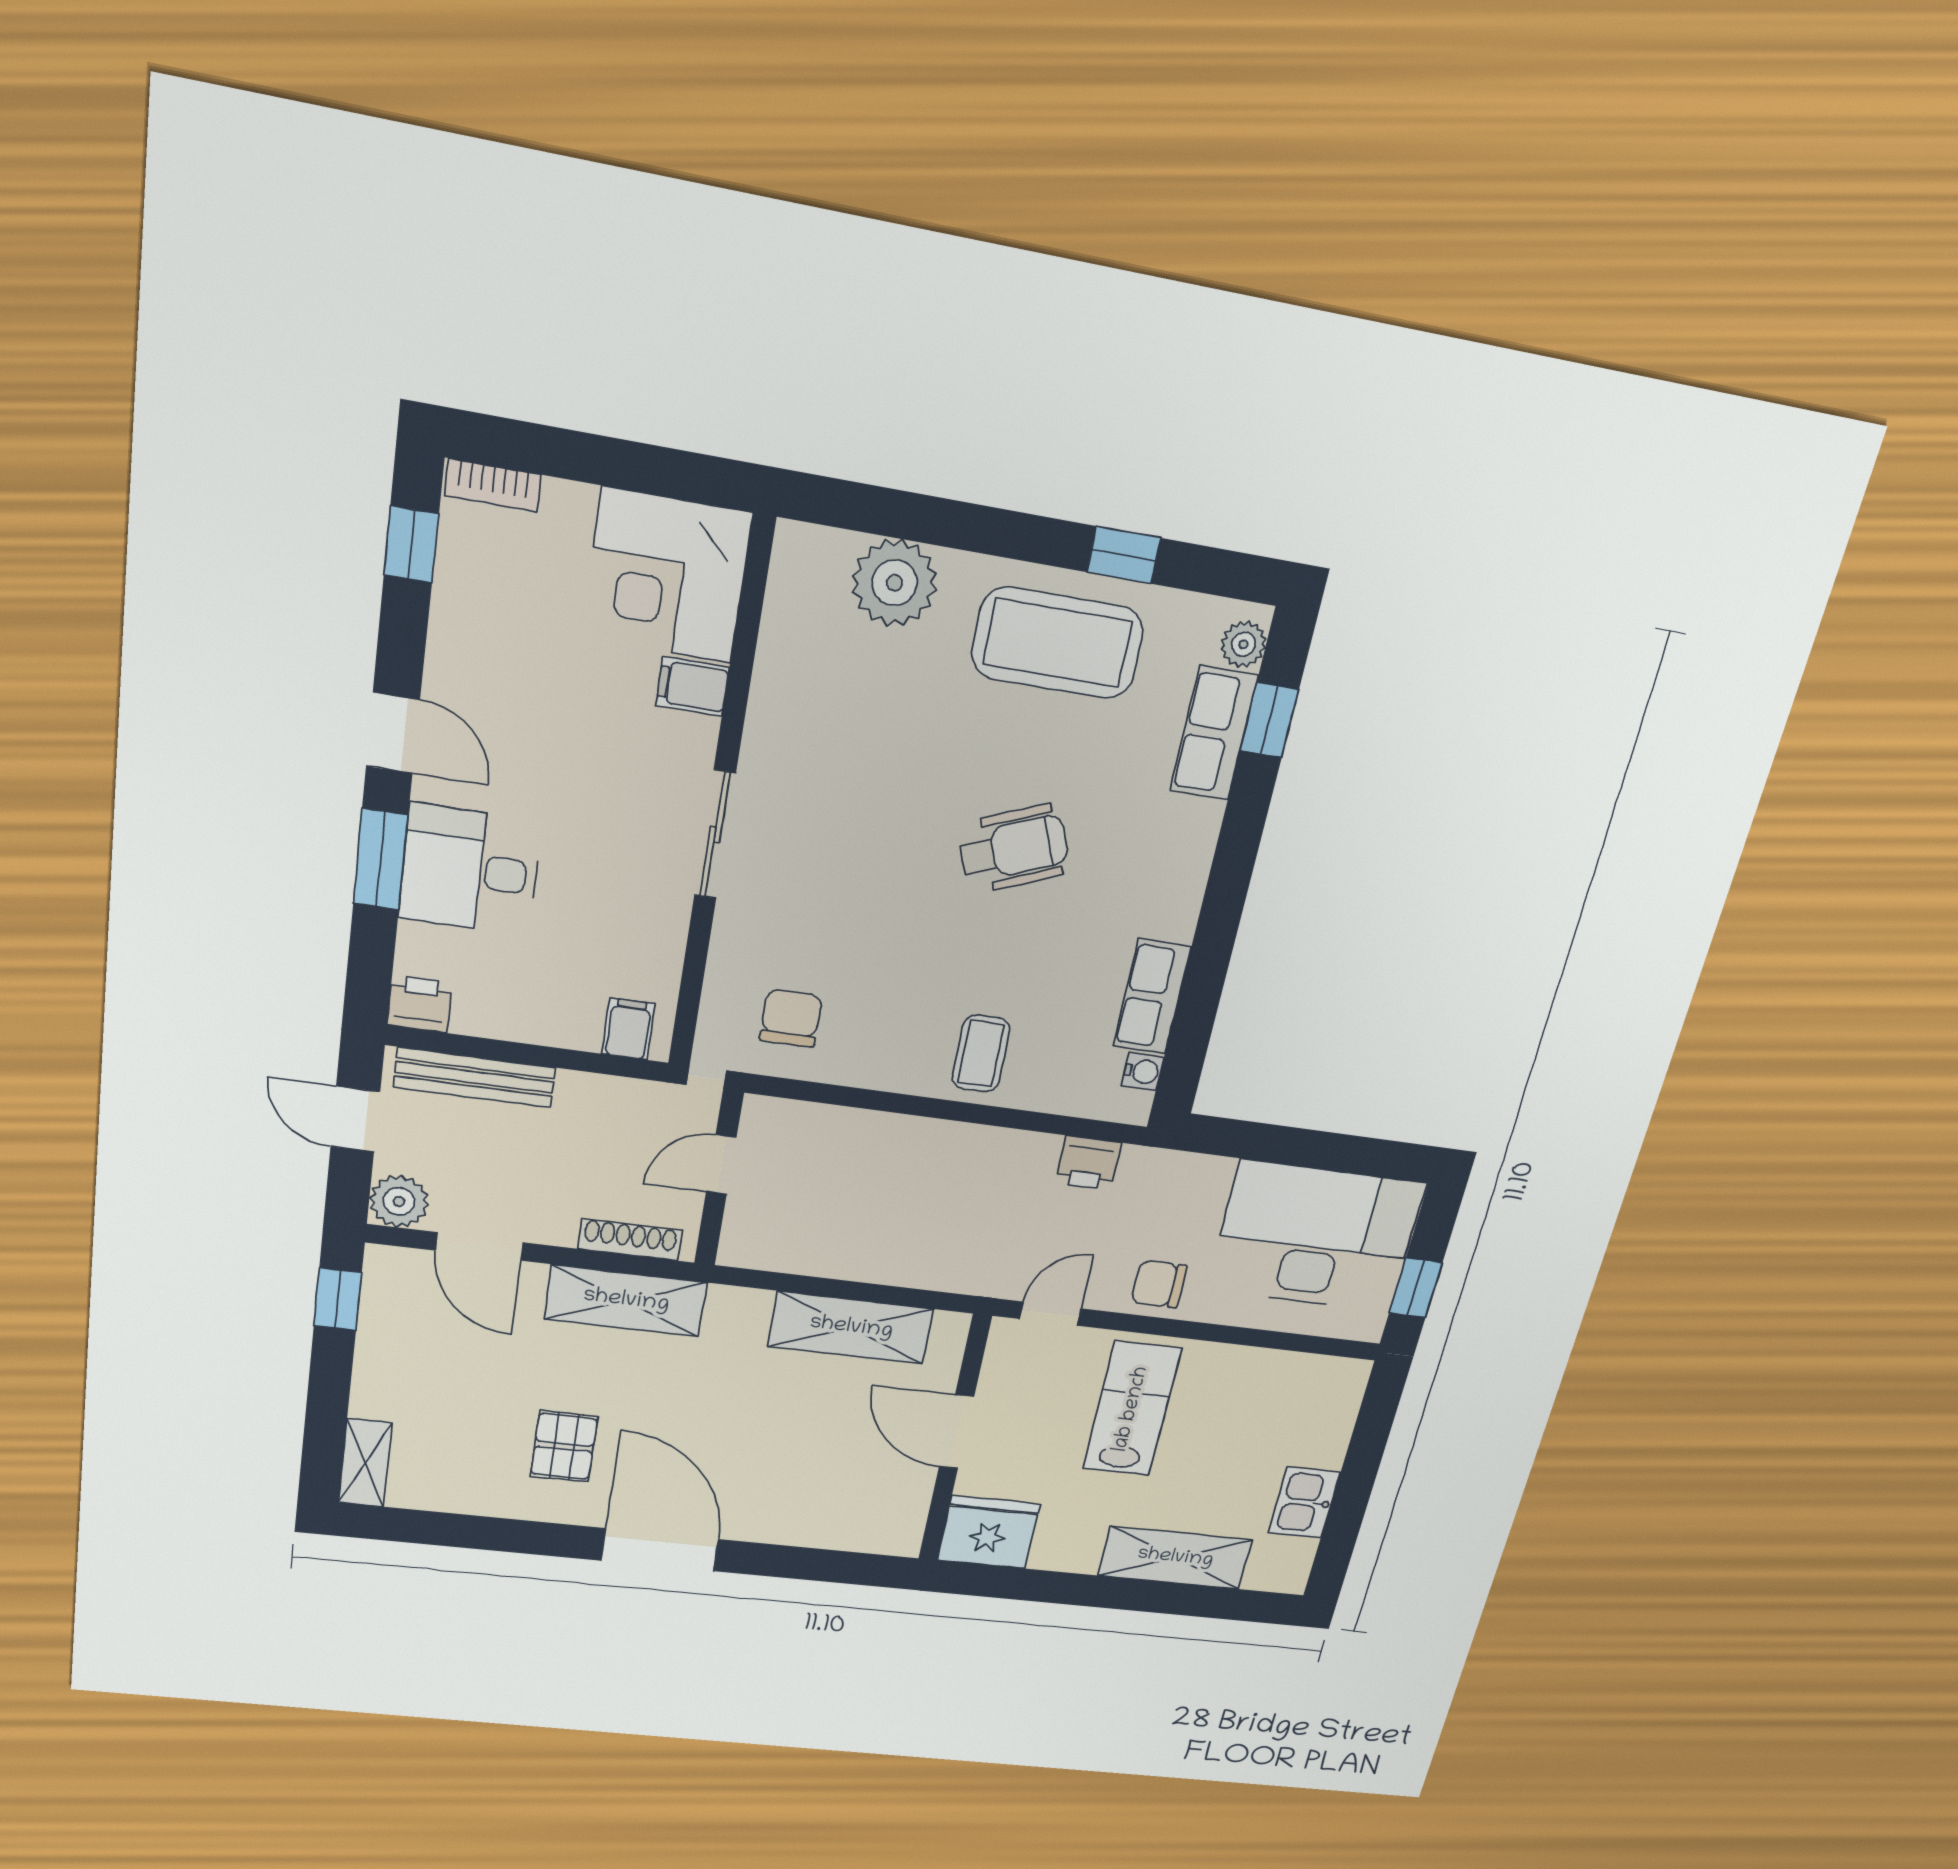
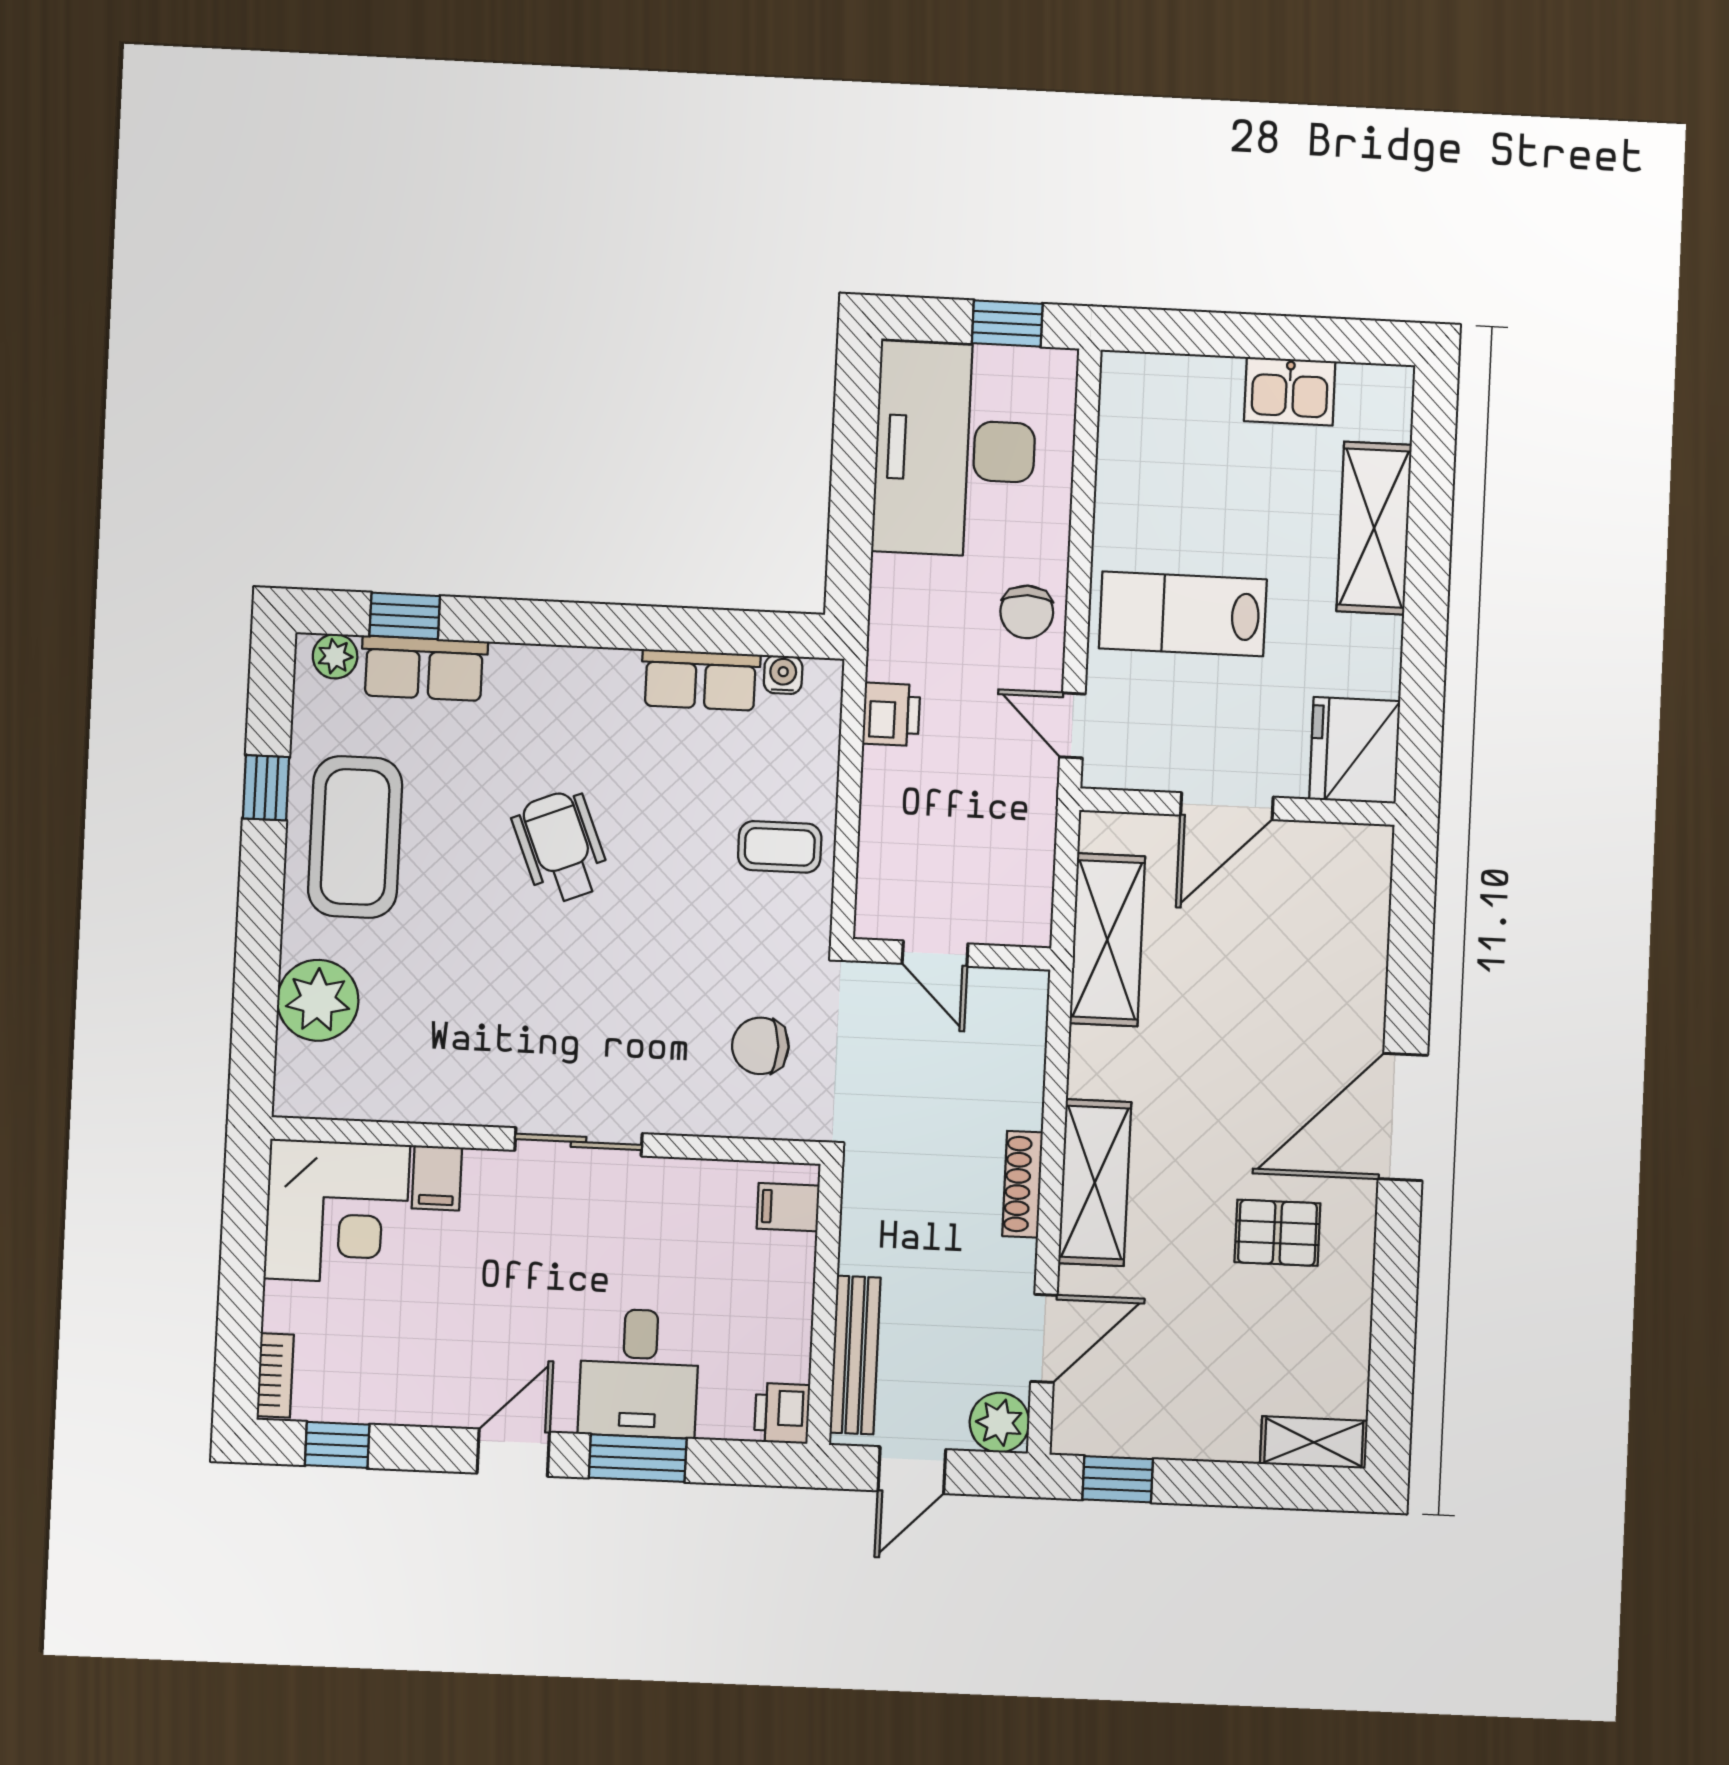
door: (721, 1164) -> (935, 954), moved
wall: (719, 1179) -> (952, 954), moved

